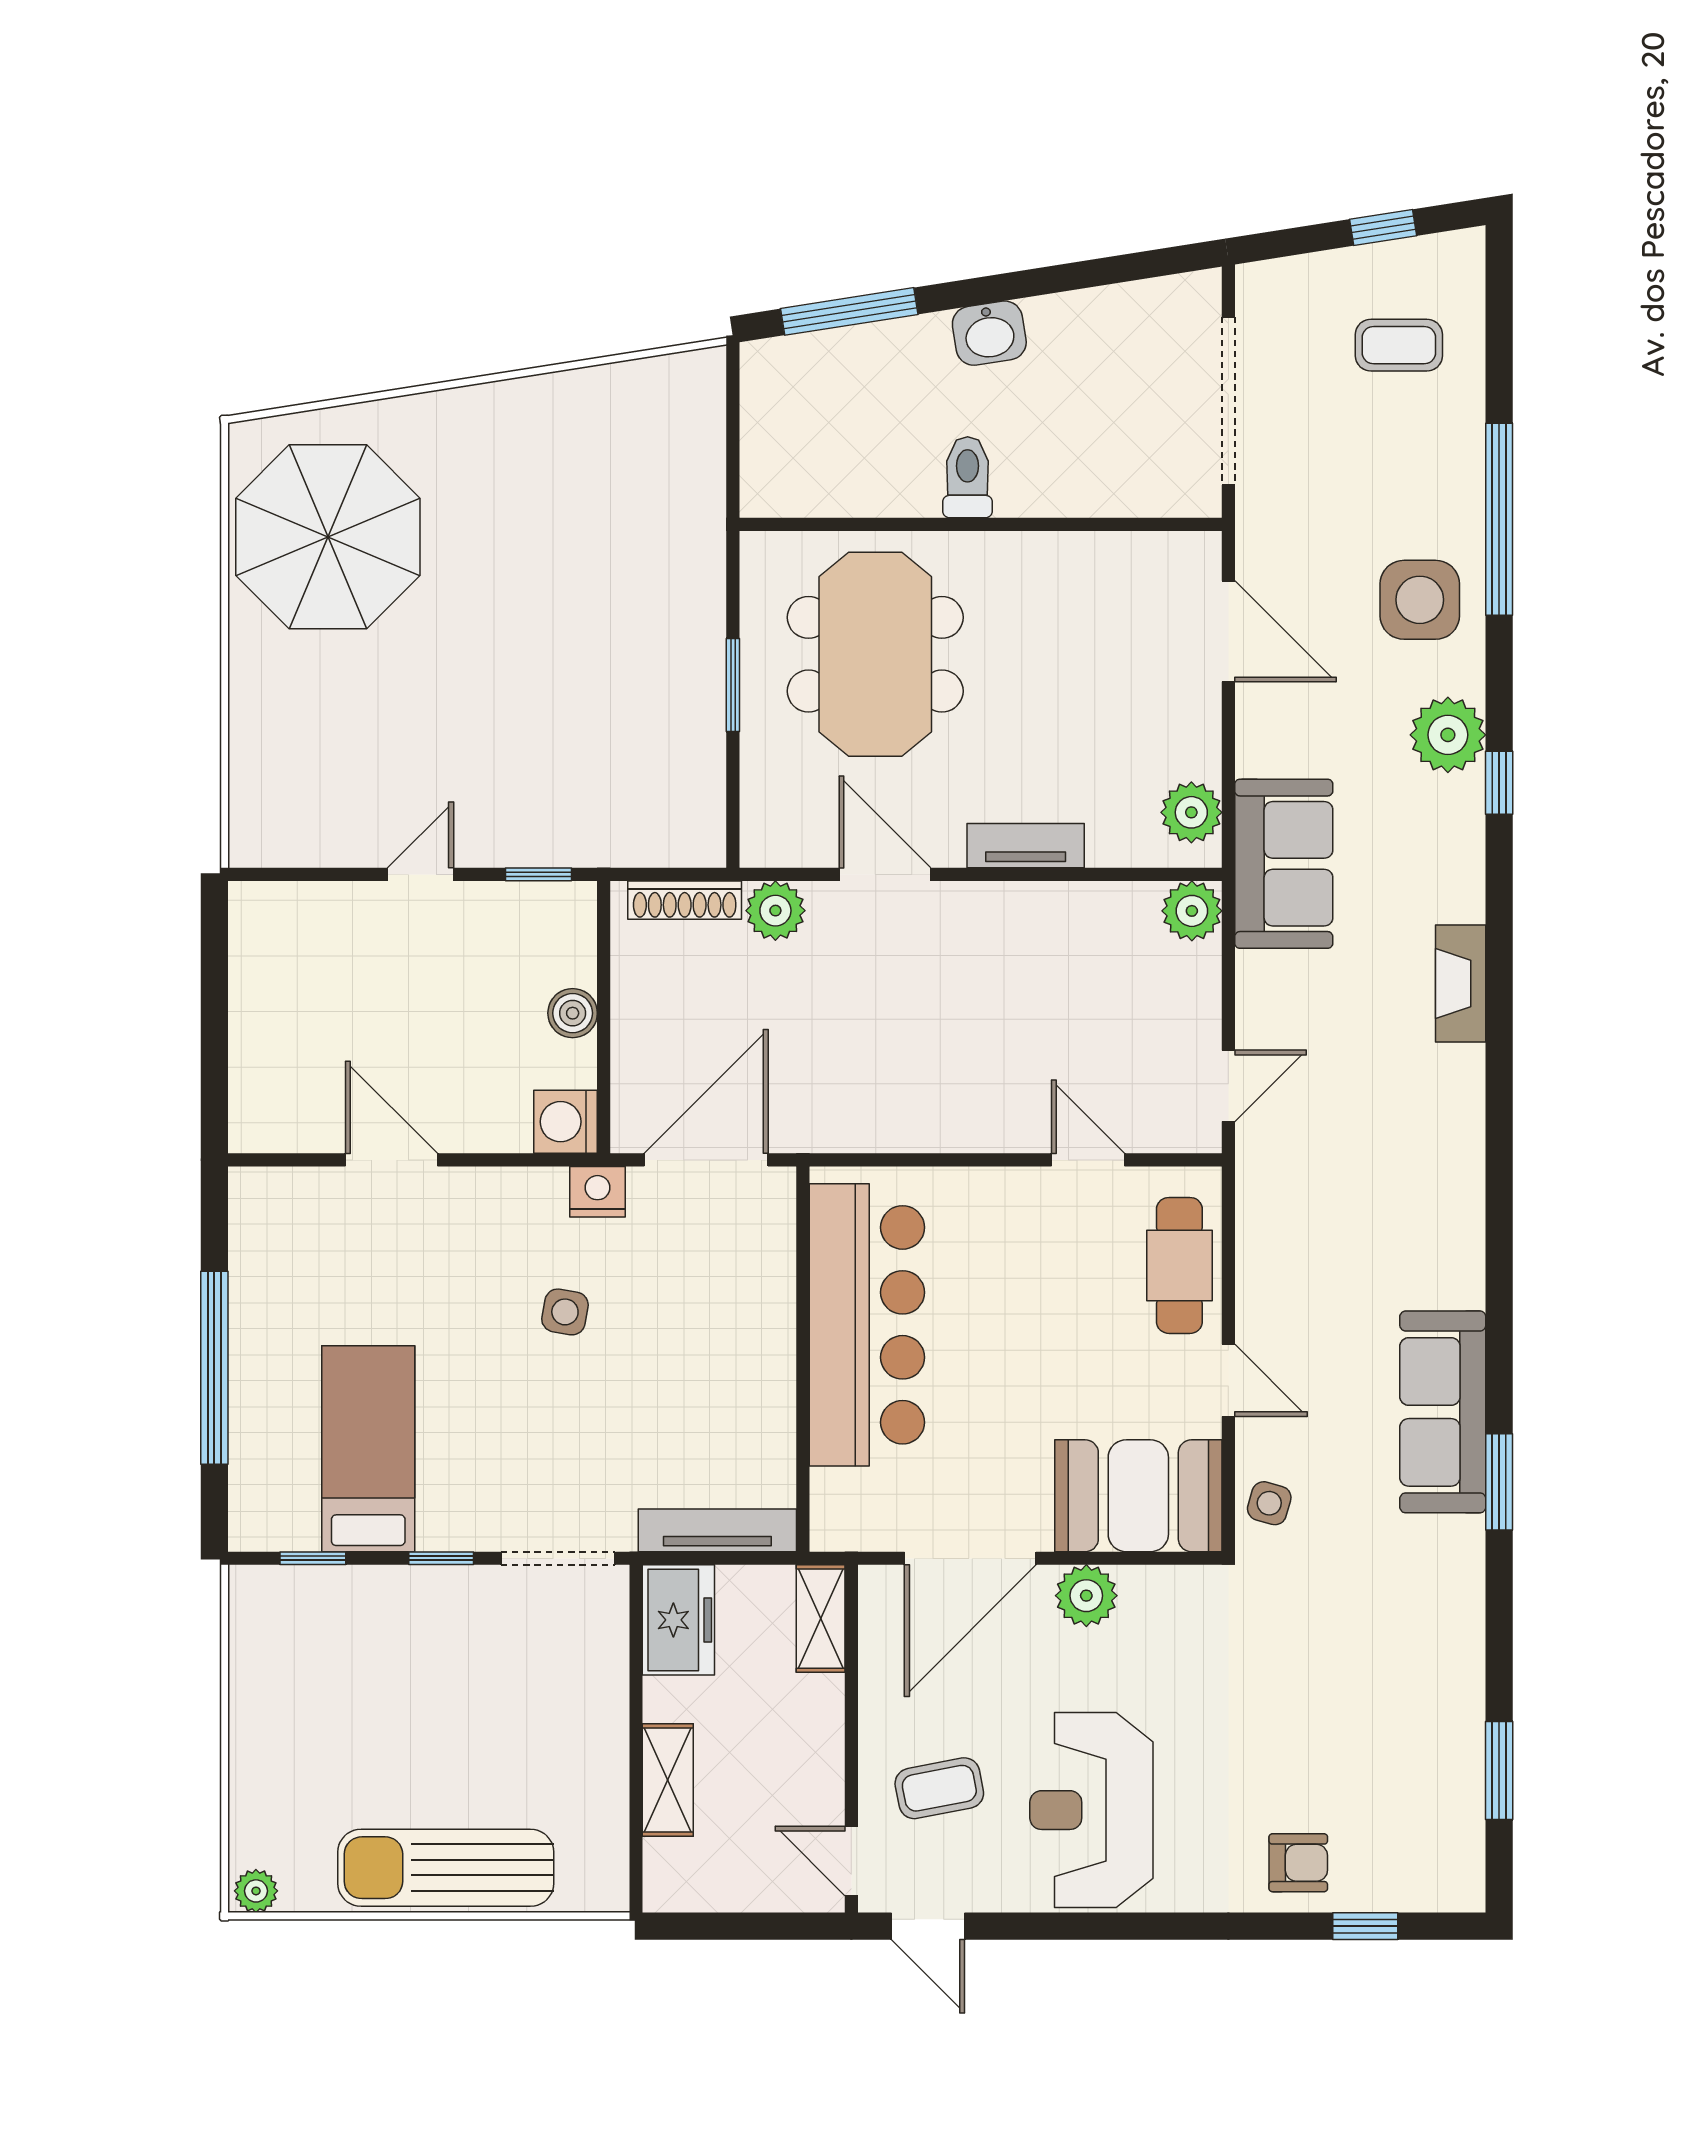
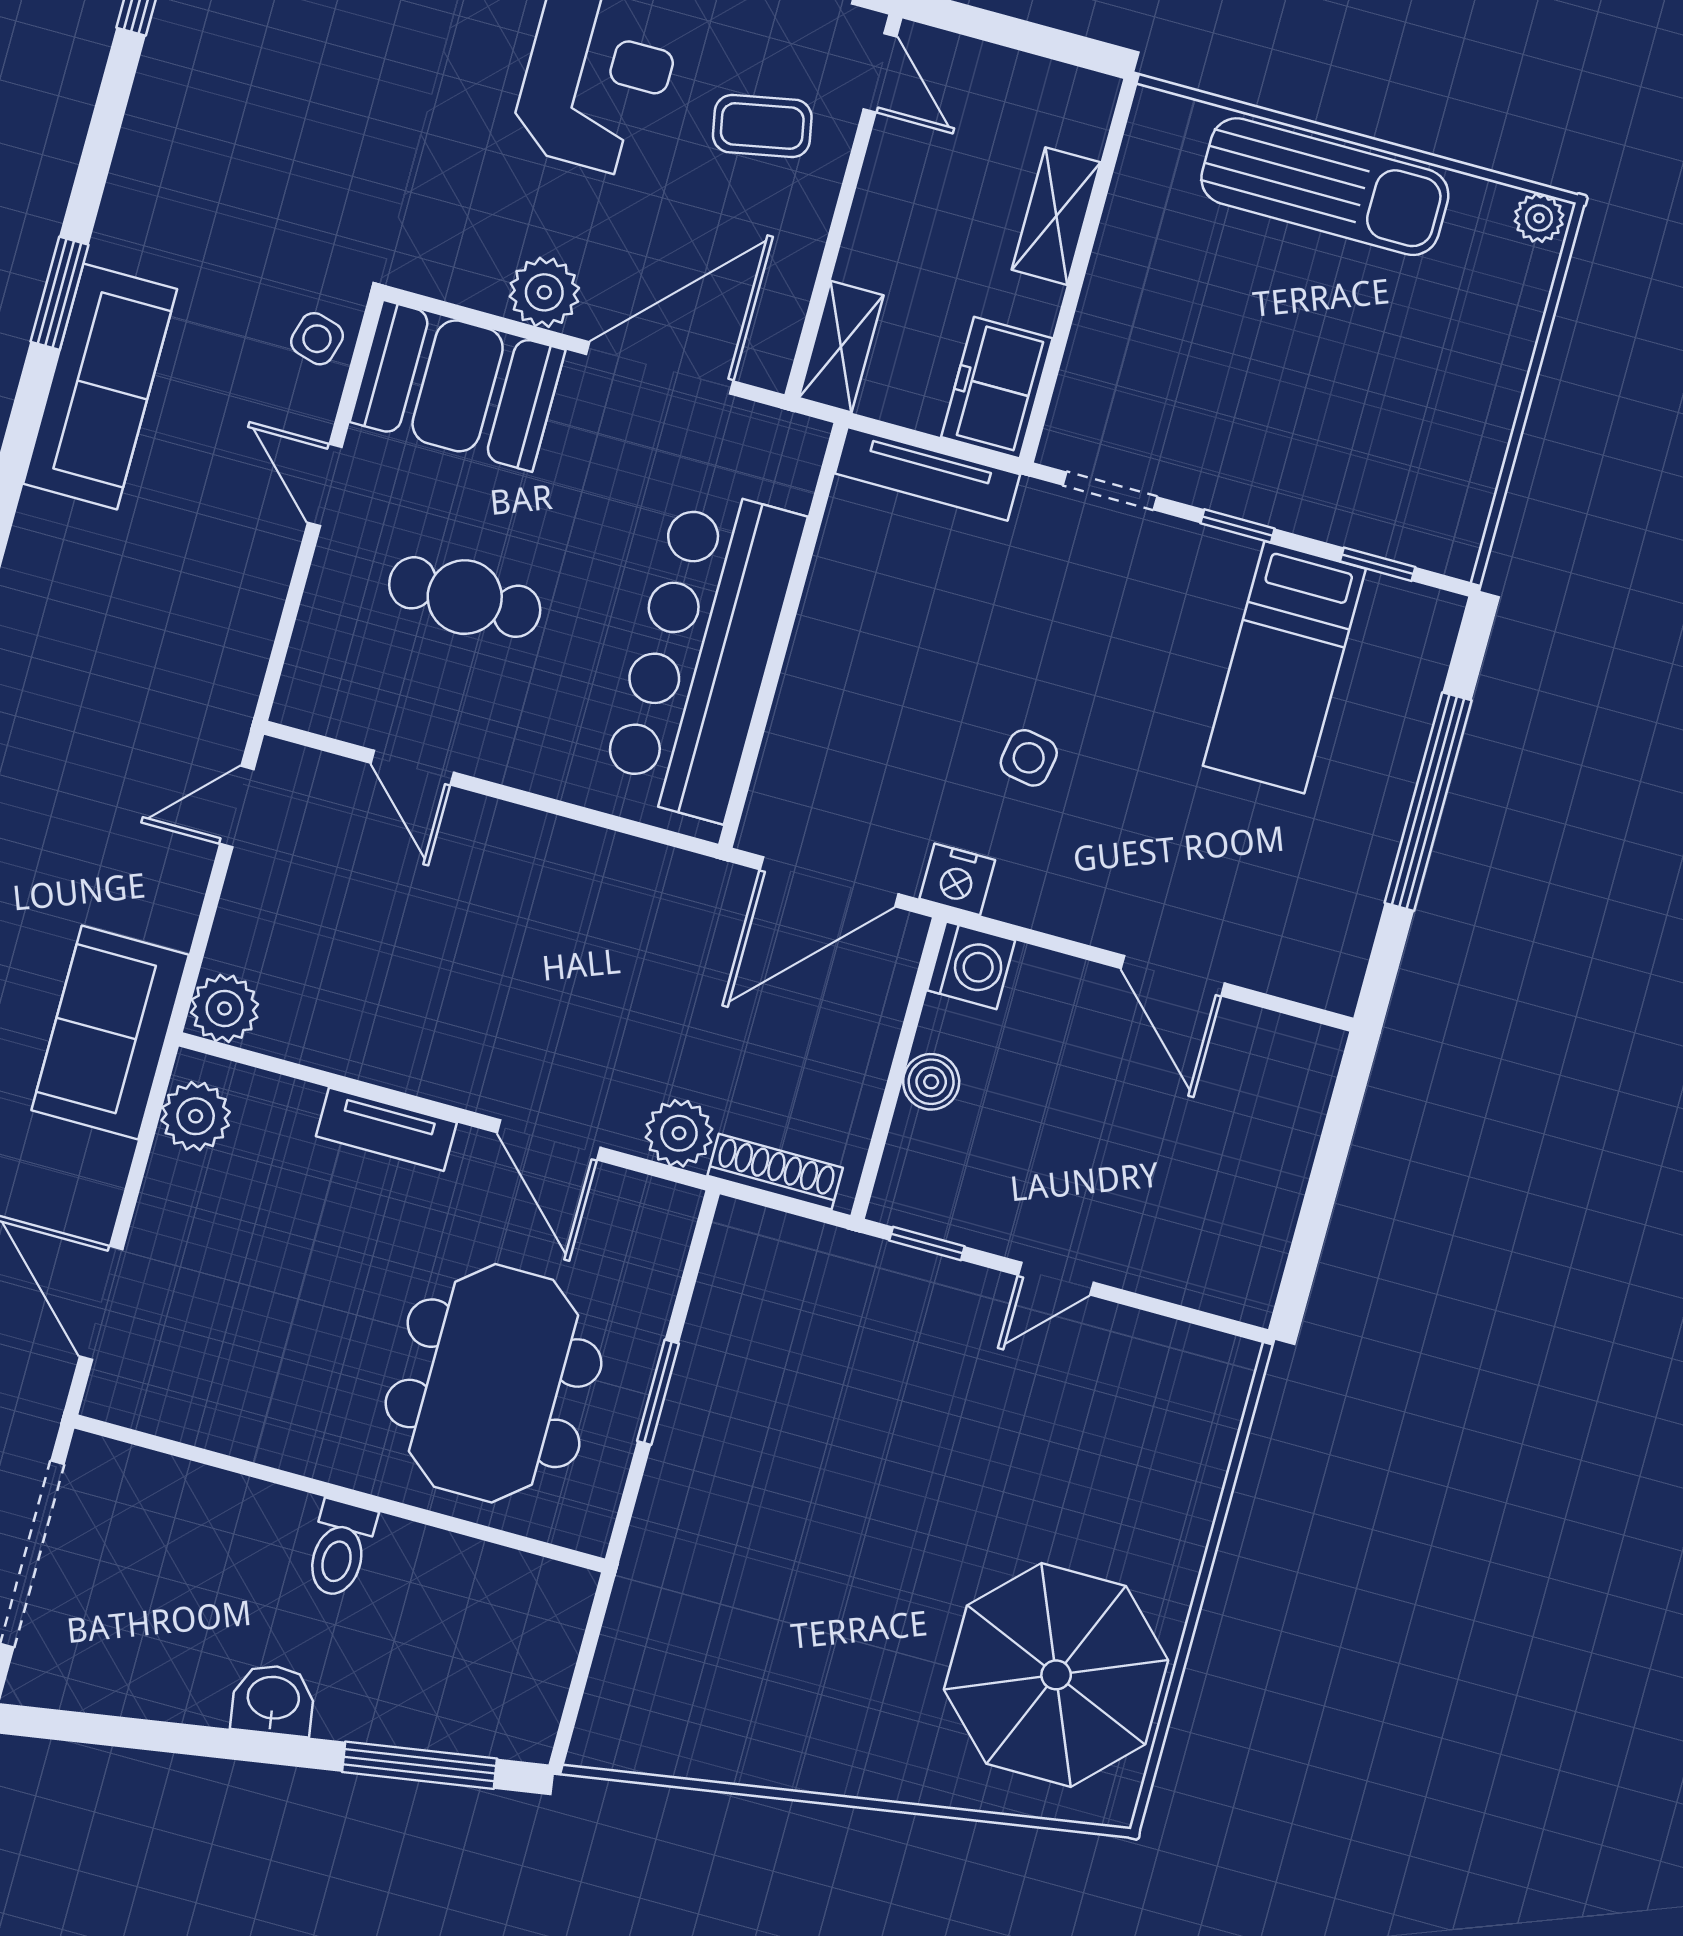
cafe table: (1179, 1265) -> (465, 597), moved, turned 90
doorway: (558, 1558) -> (1110, 491), width x0.73

